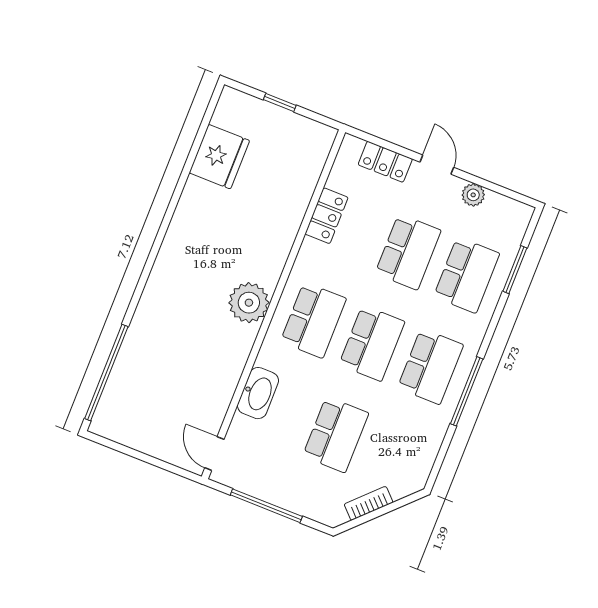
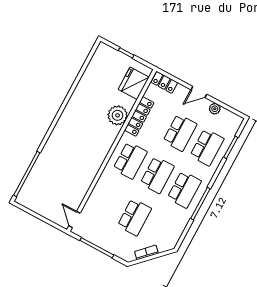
fridge: (219, 157) -> (134, 83), moved, turned 180
locker: (385, 162) -> (164, 82), moved
door: (437, 165) -> (199, 92), swing flipped
locker: (326, 216) -> (139, 116), width x1.53
plant: (249, 303) -> (118, 115), moved
washbasin: (258, 393) -> (99, 193), removed

